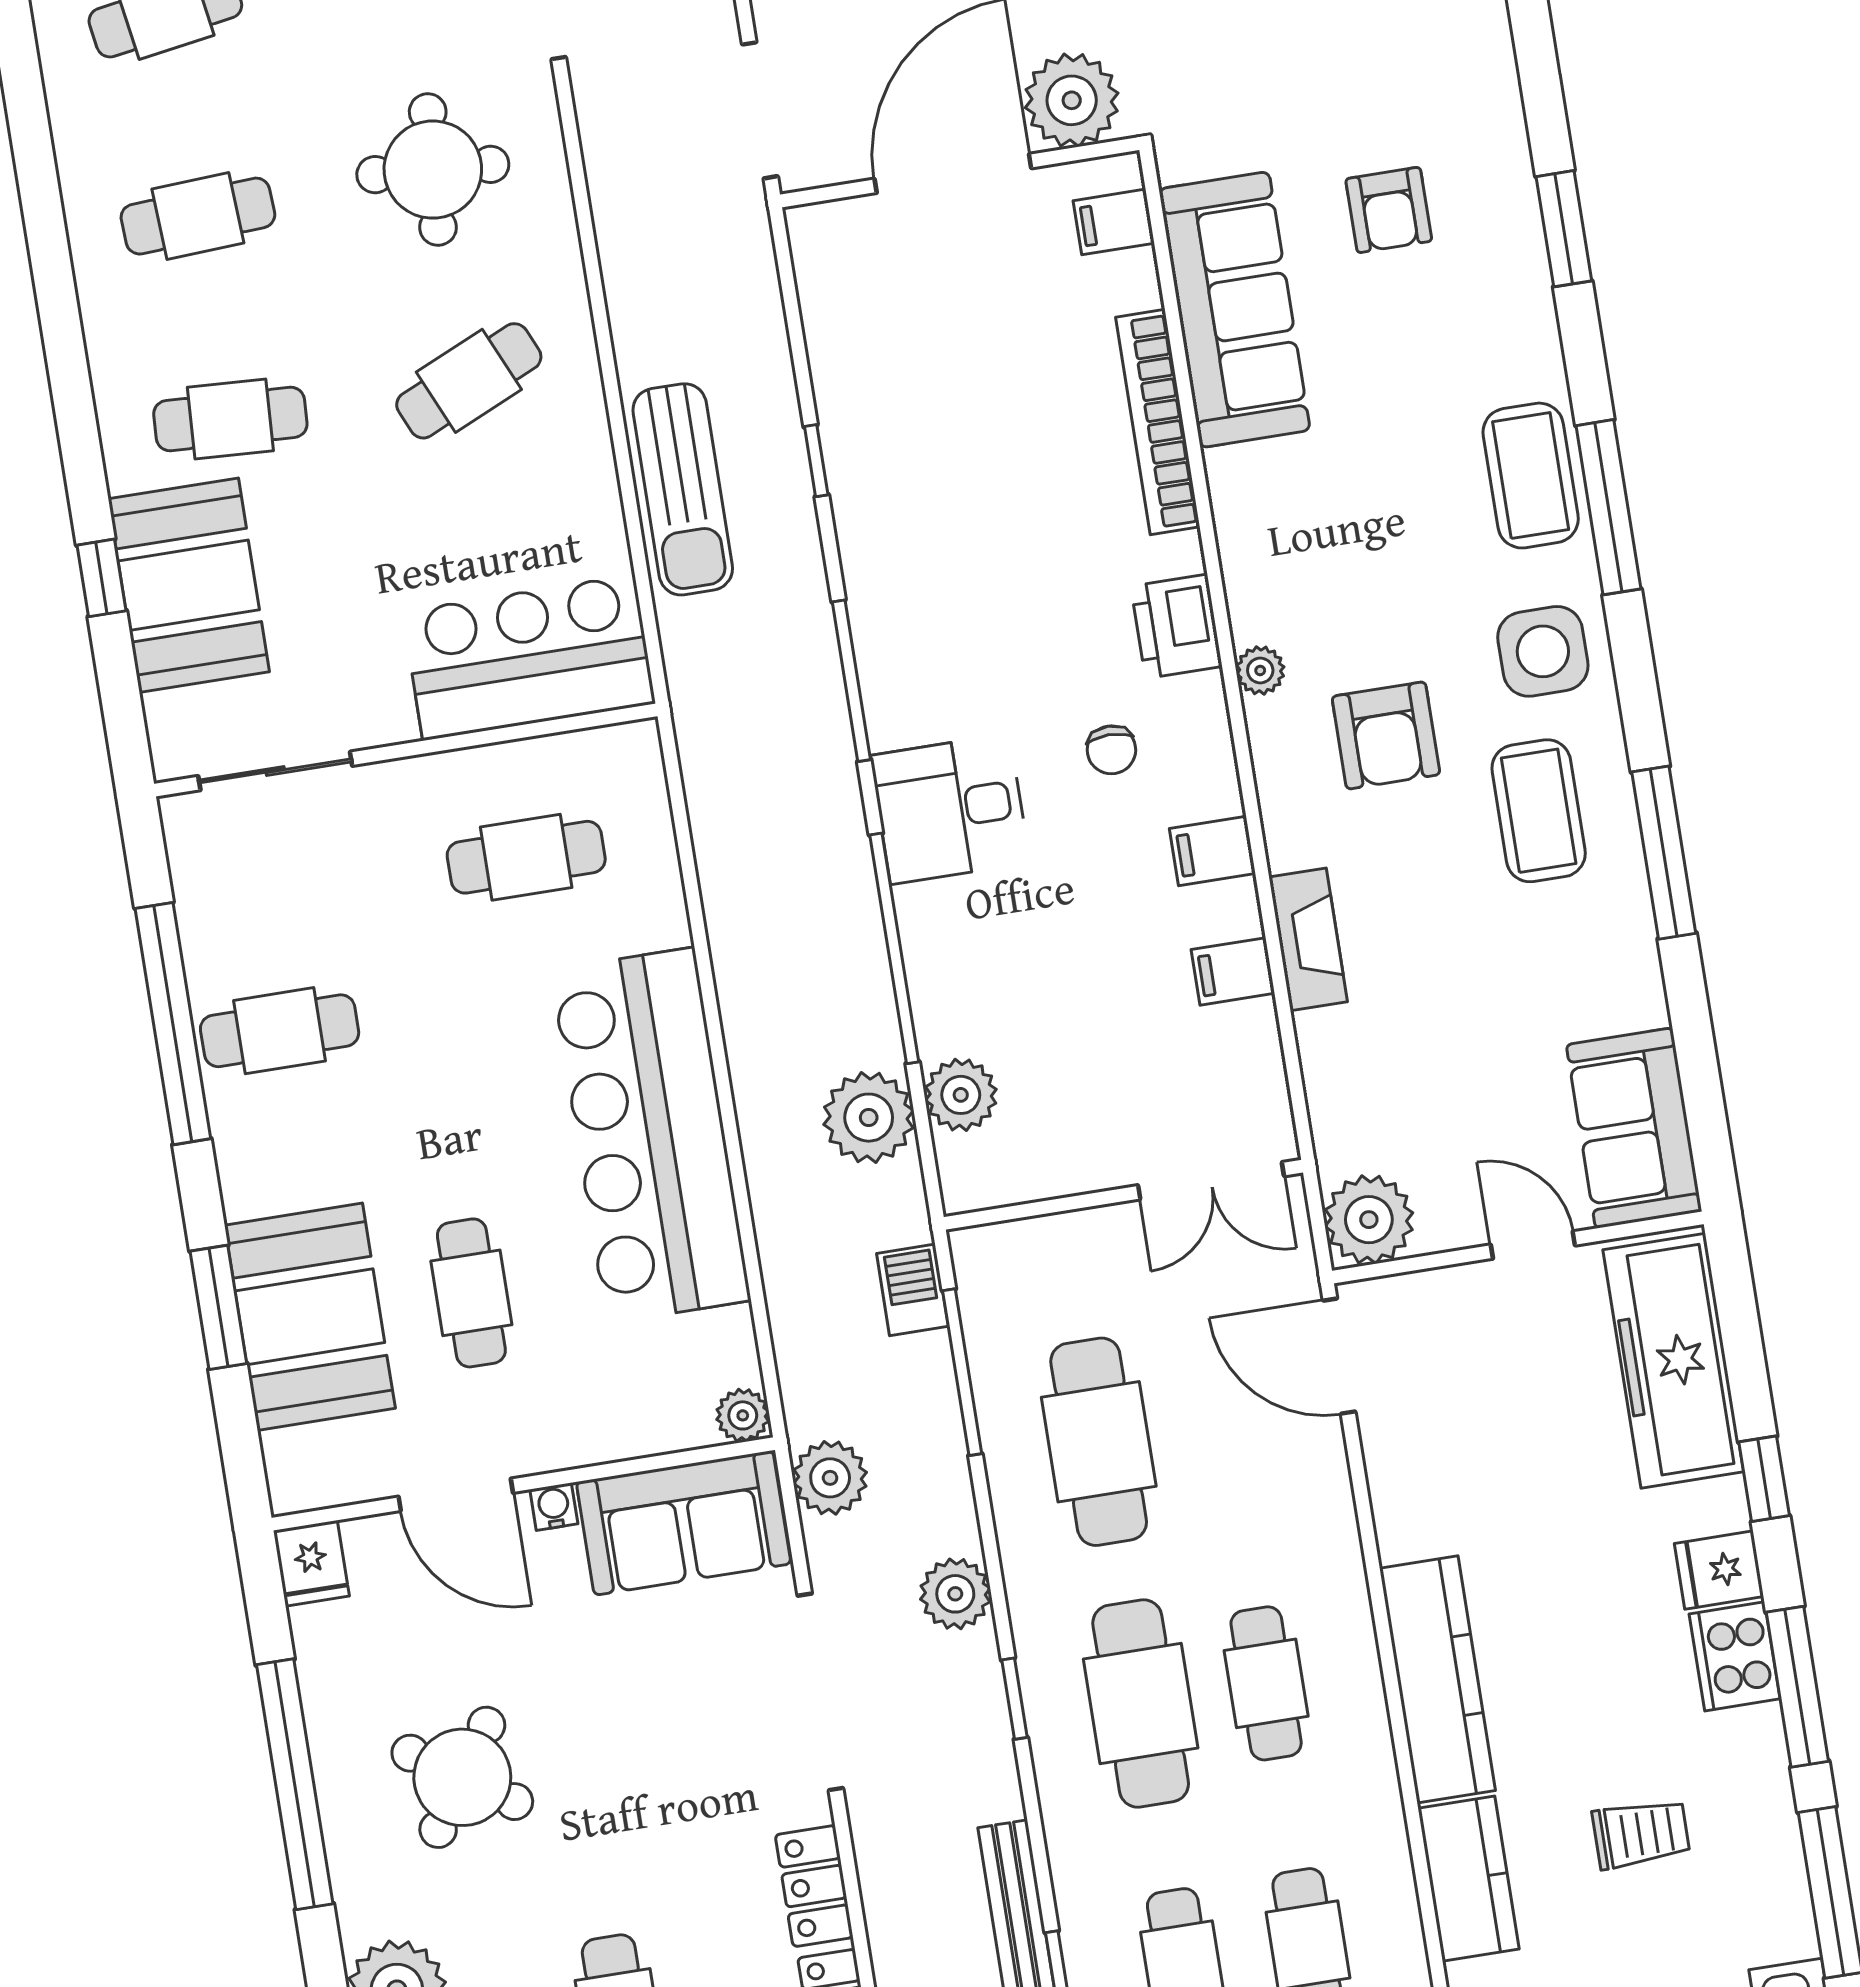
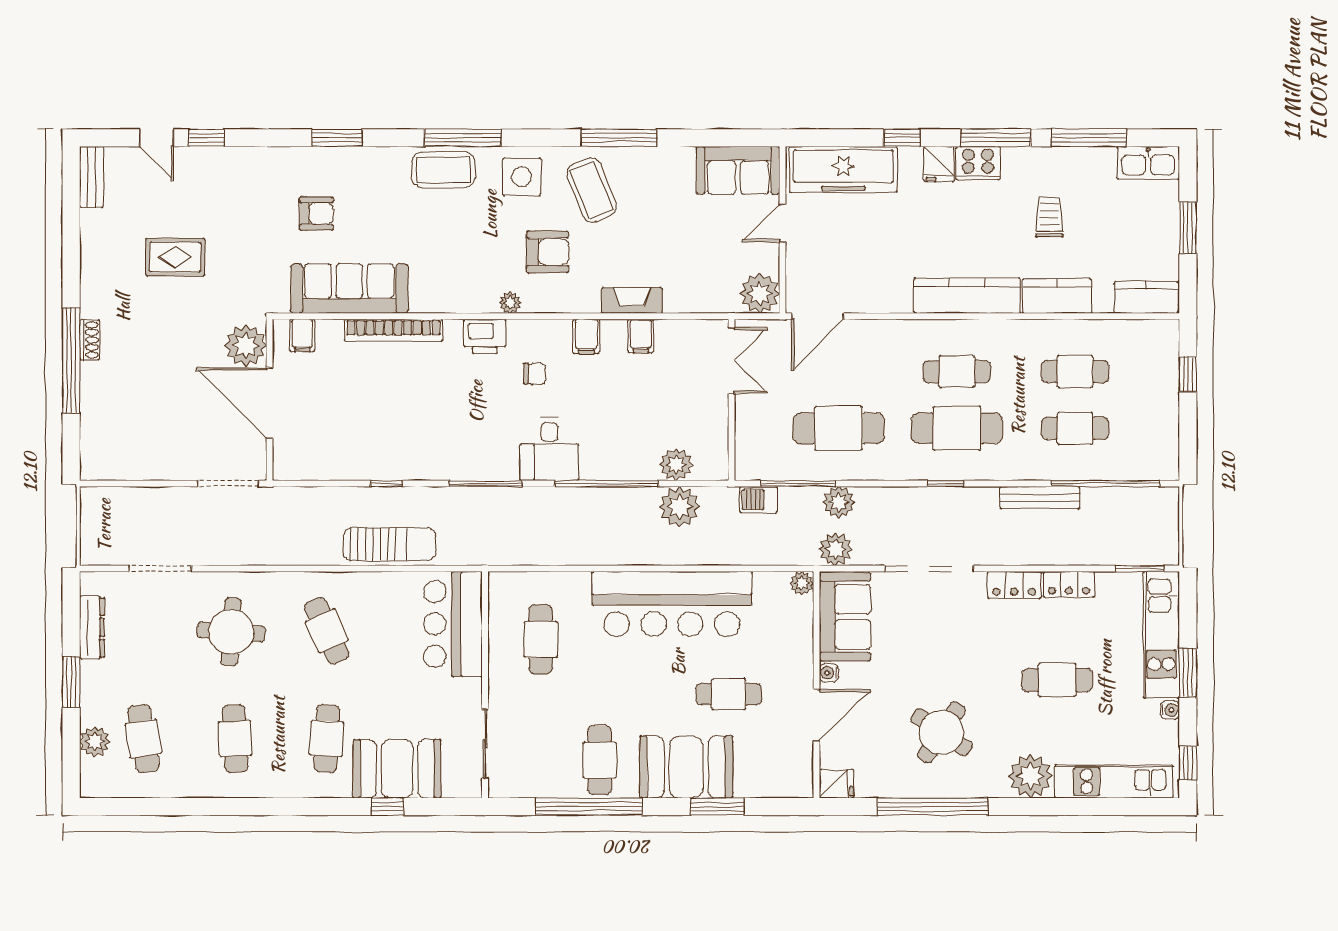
coffee table: (1539, 811) -> (592, 190), turned 69
booth: (310, 1317) -> (686, 767), moved
plant: (955, 1594) -> (839, 502), moved

